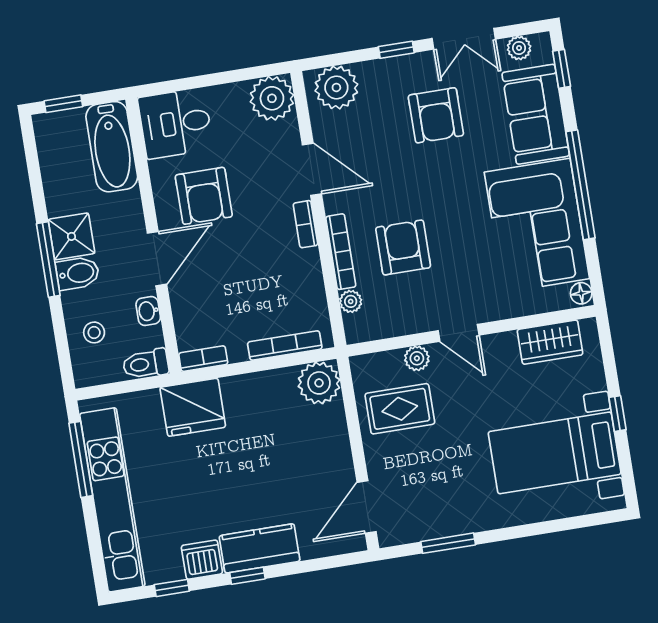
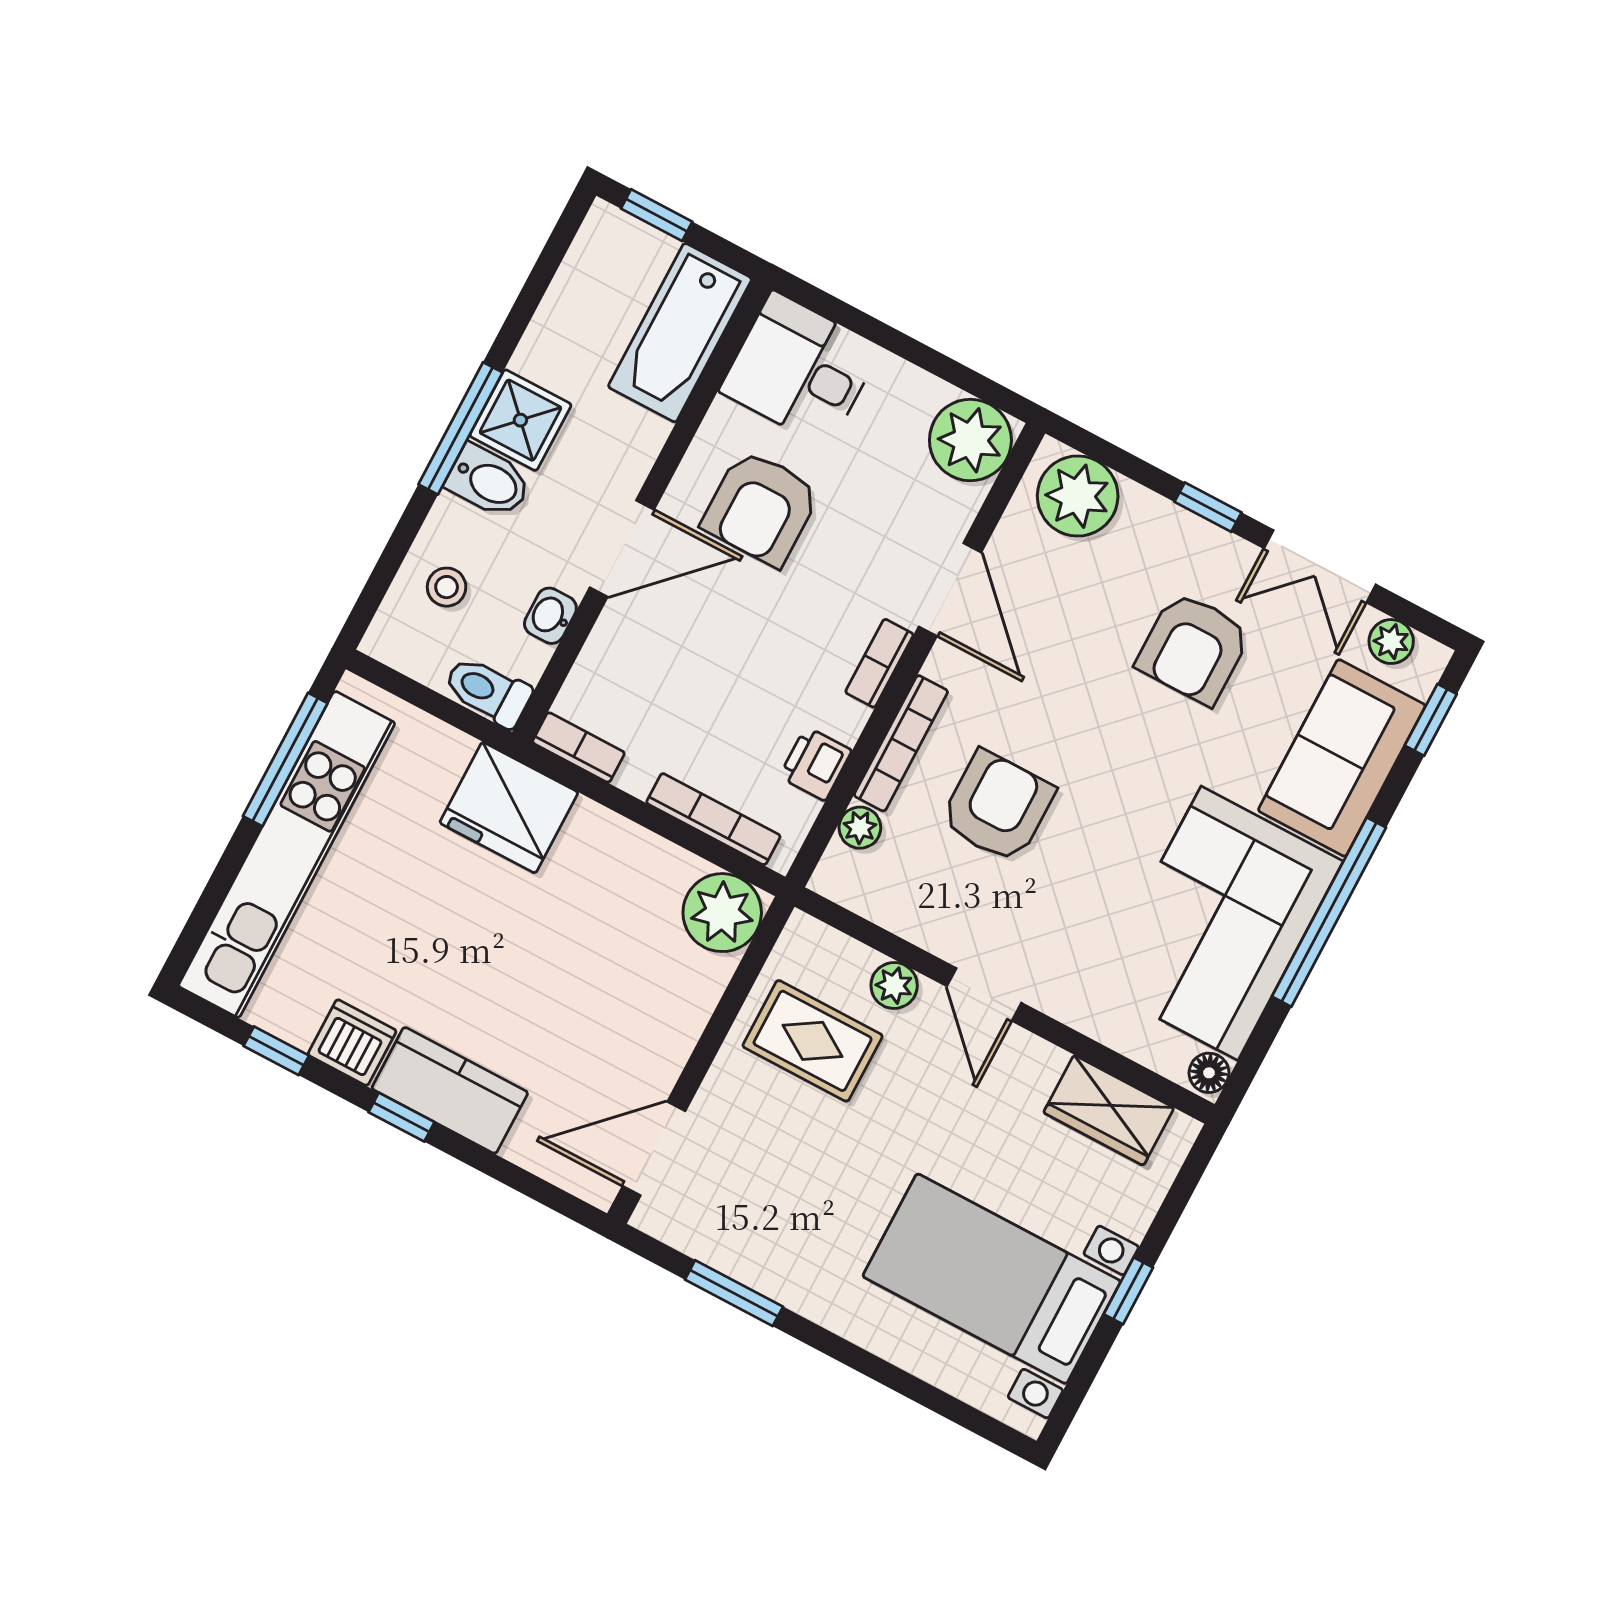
printer: (311, 288) -> (815, 764), added

